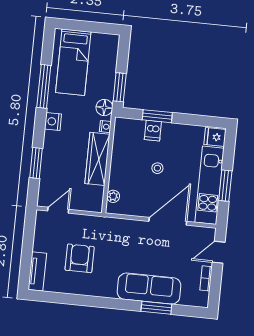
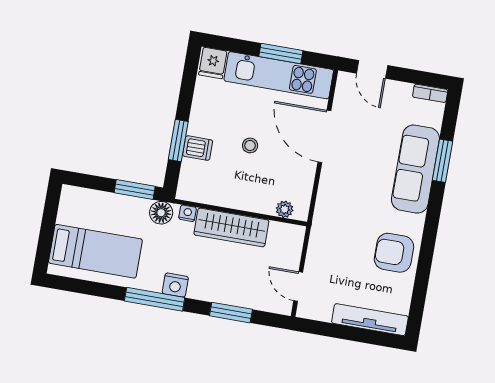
window: (44, 86) -> (155, 299), moved
armchair: (80, 258) -> (394, 253), moved
tv unit: (37, 271) -> (370, 320), width x1.41
bookcase: (206, 278) -> (430, 93), moved

